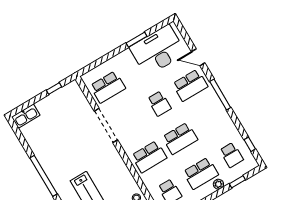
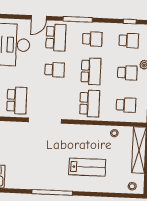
school desk: (211, 120) -> (92, 39), added
school desk: (201, 173) -> (127, 73), width x0.54

